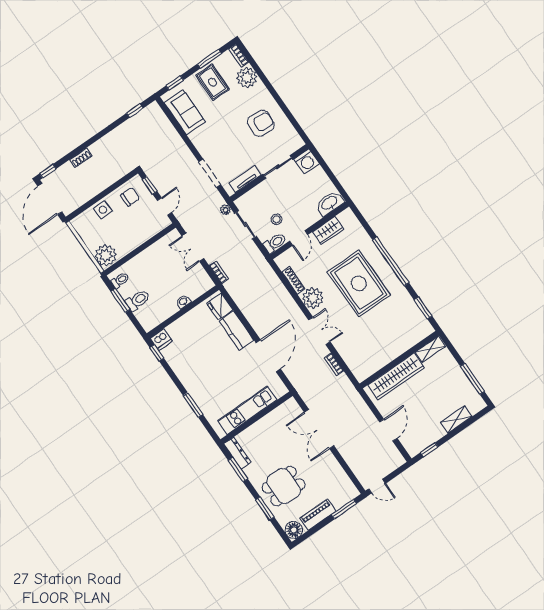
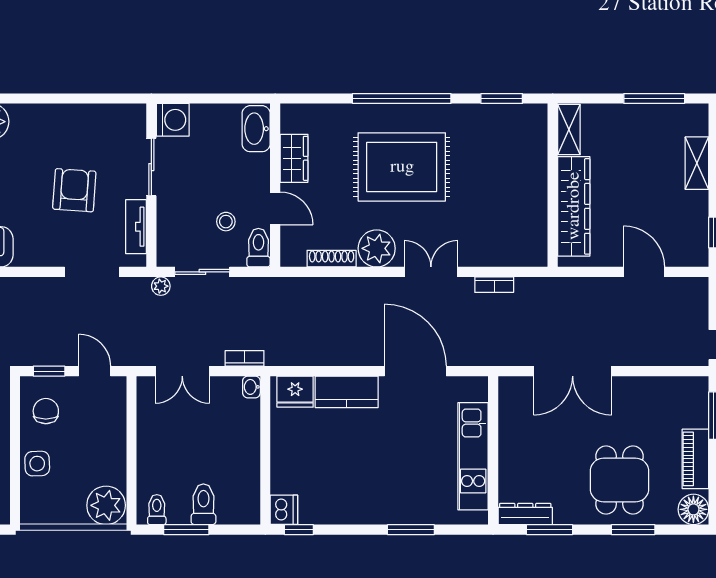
armchair: (261, 123) -> (74, 190), moved
washbasin: (183, 302) -> (251, 387), moved

